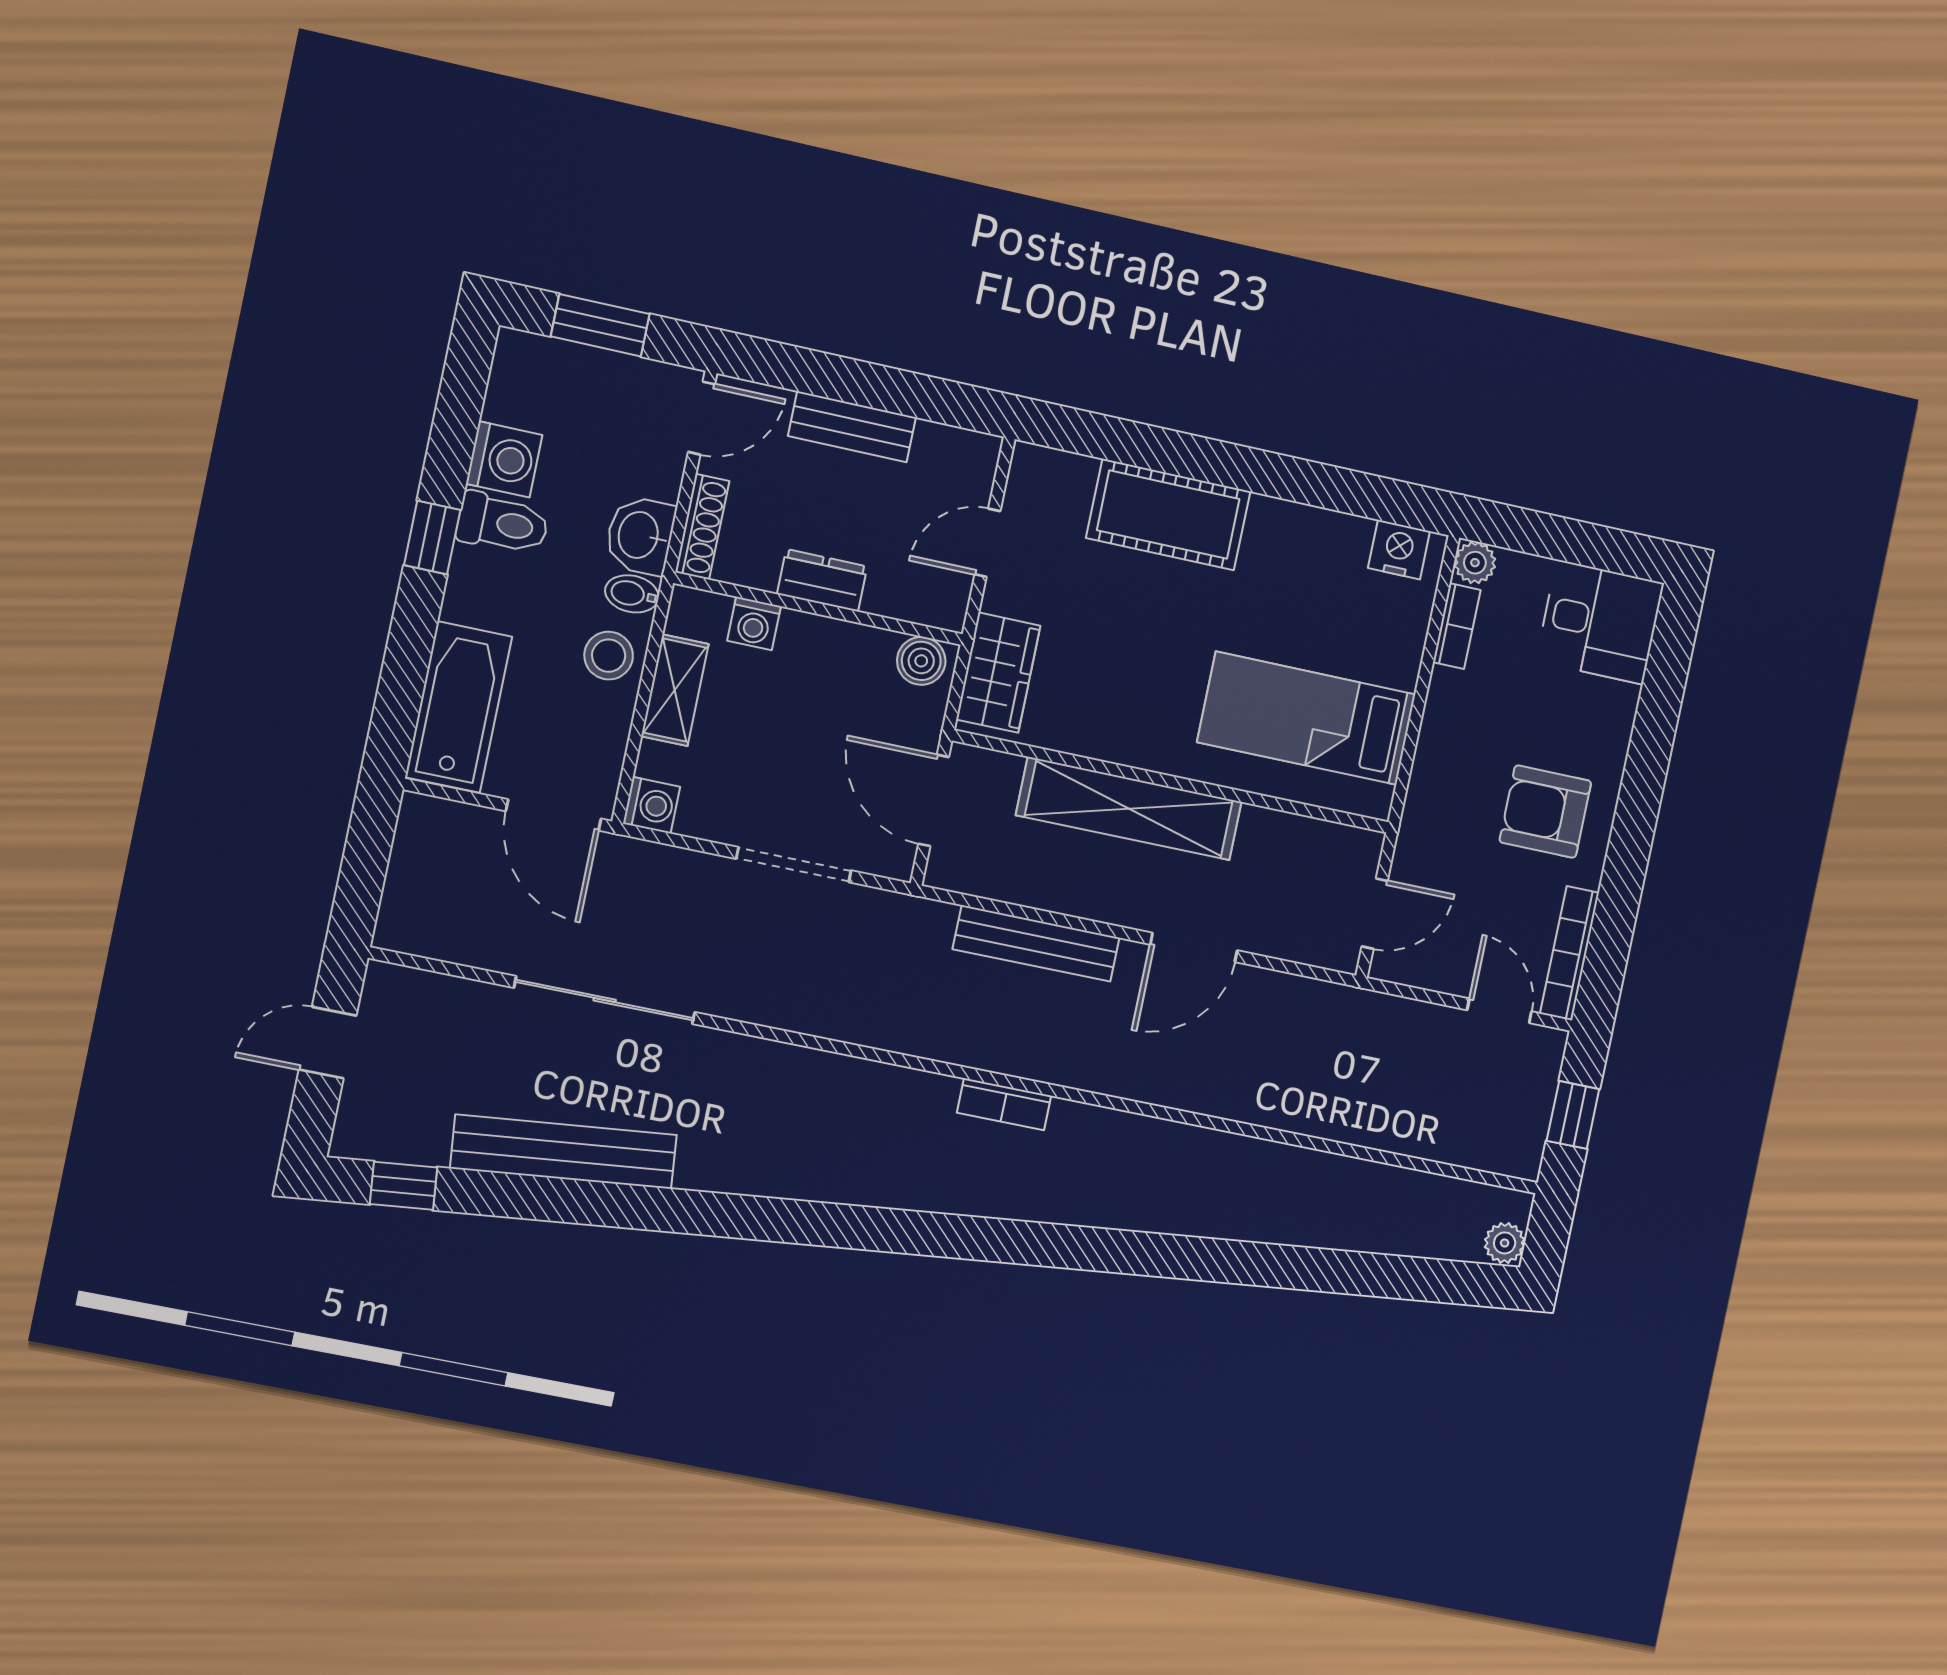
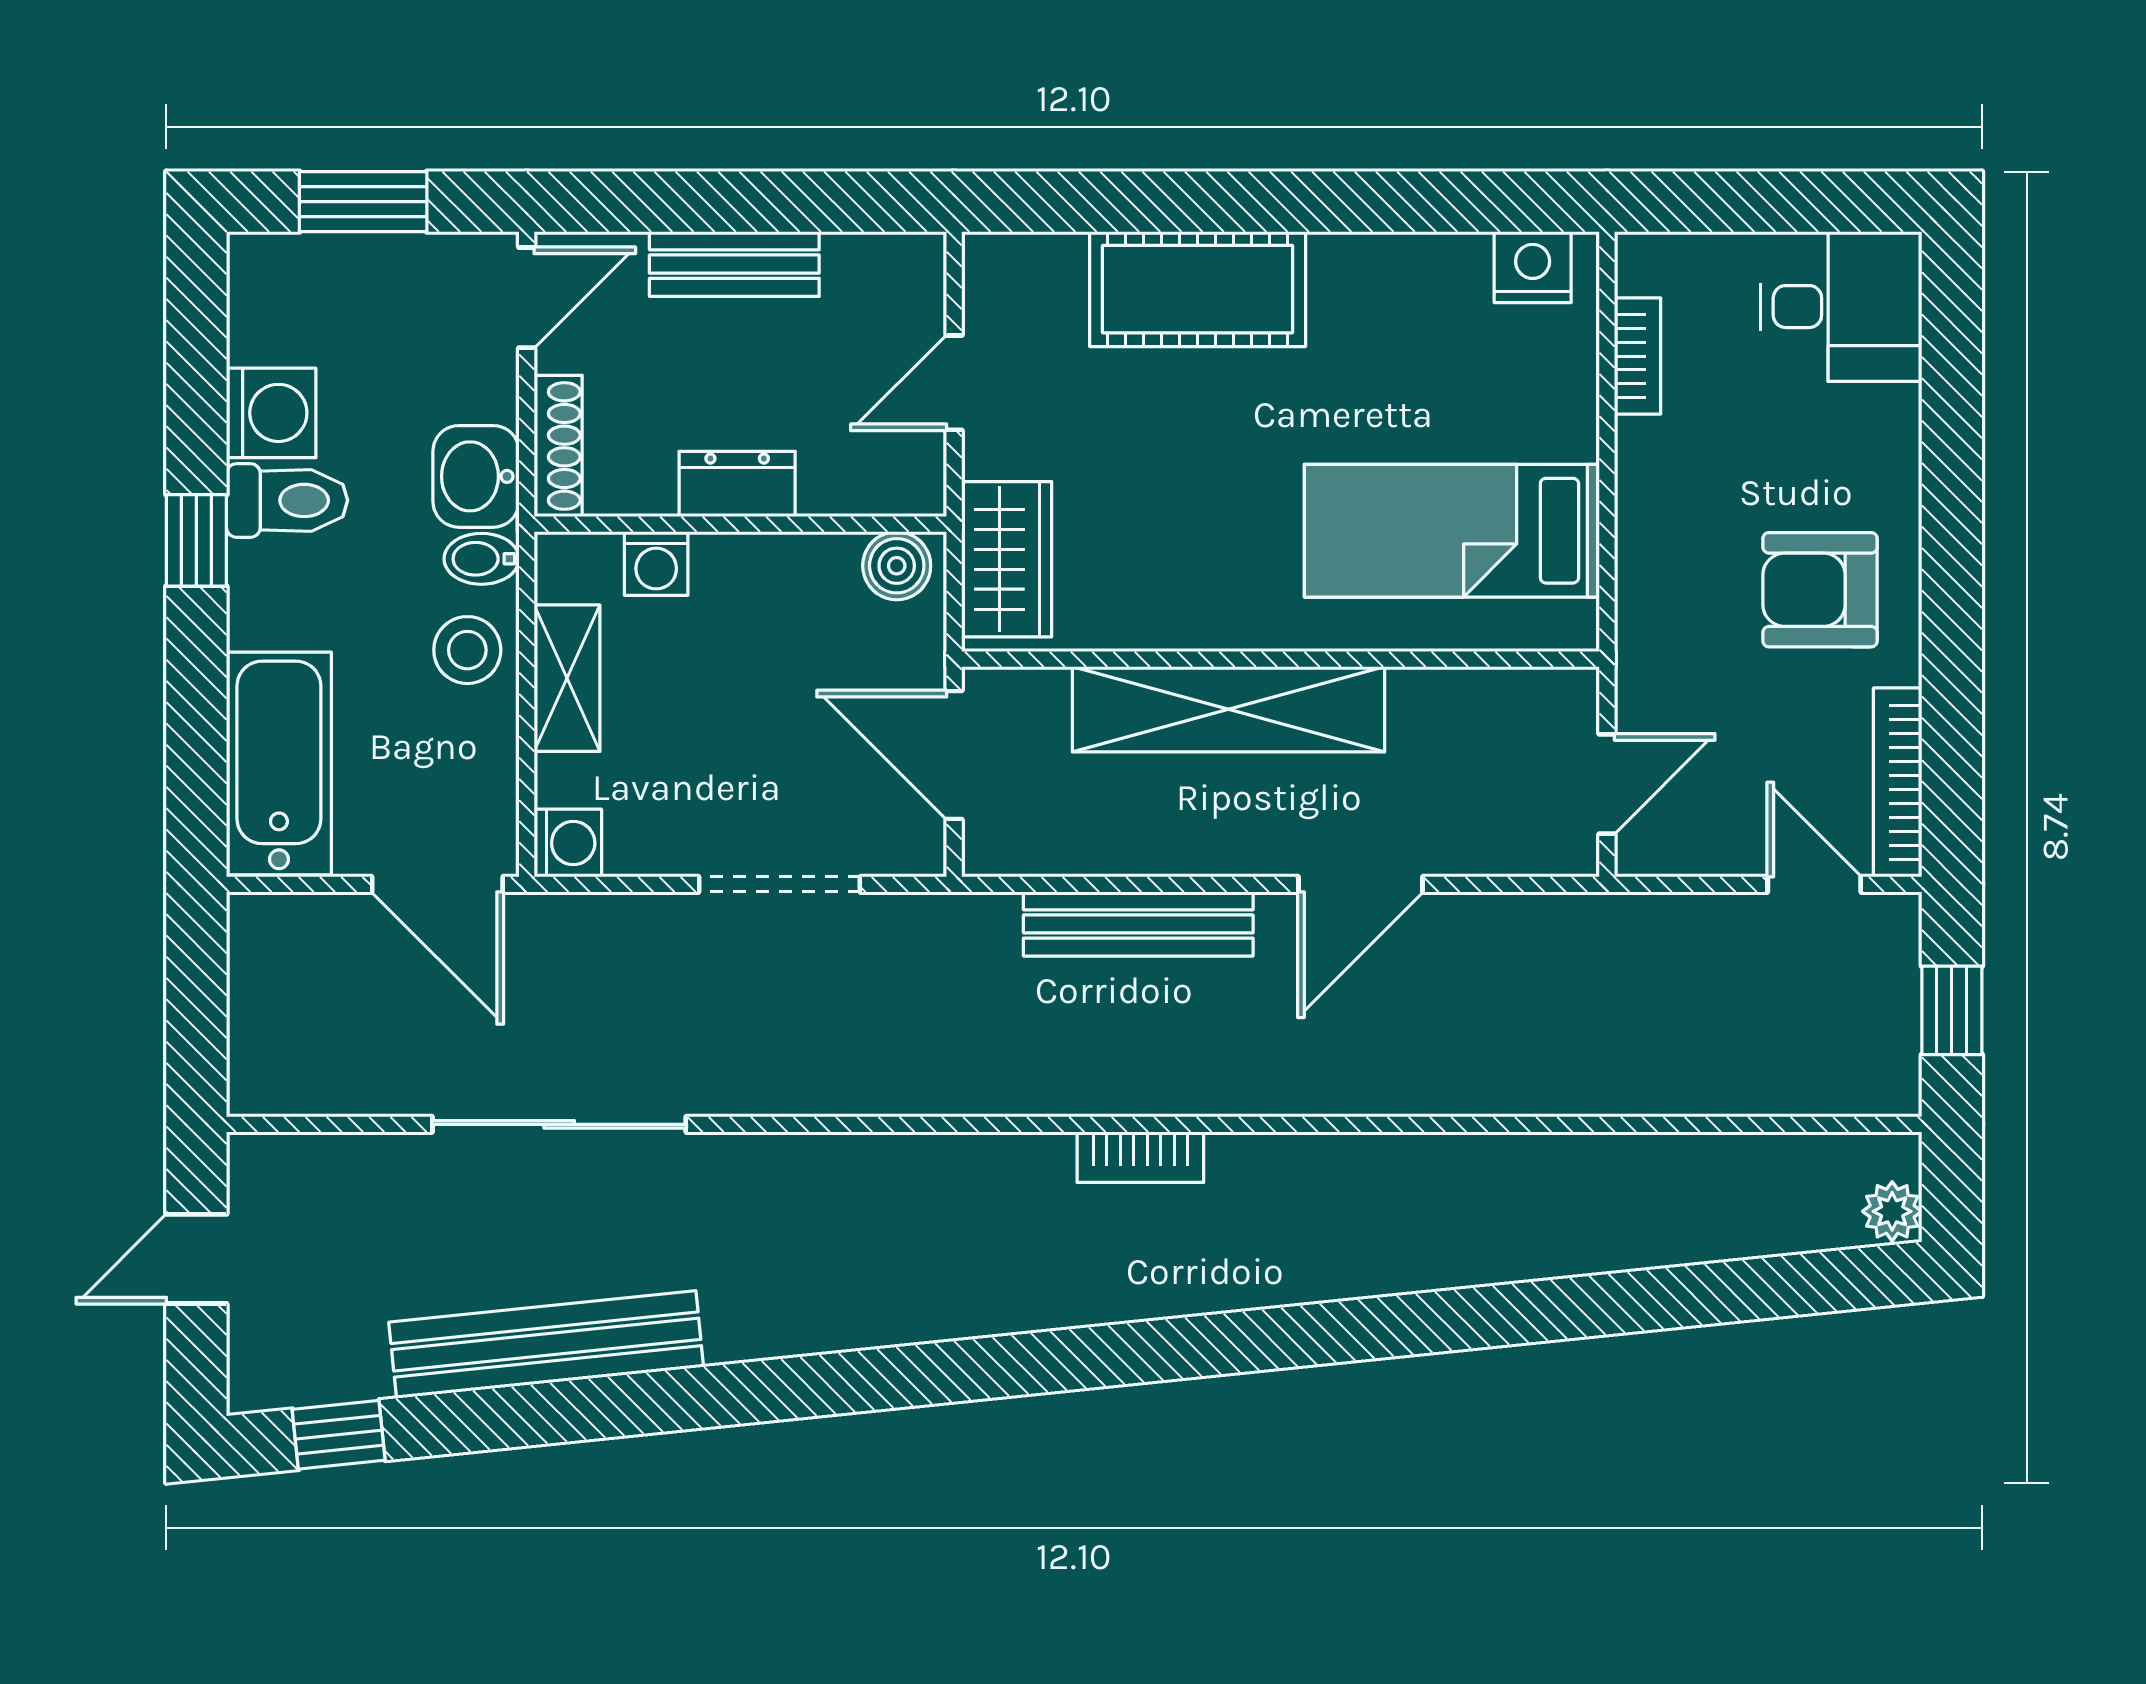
plant: (1475, 563) -> (1644, 262), removed

